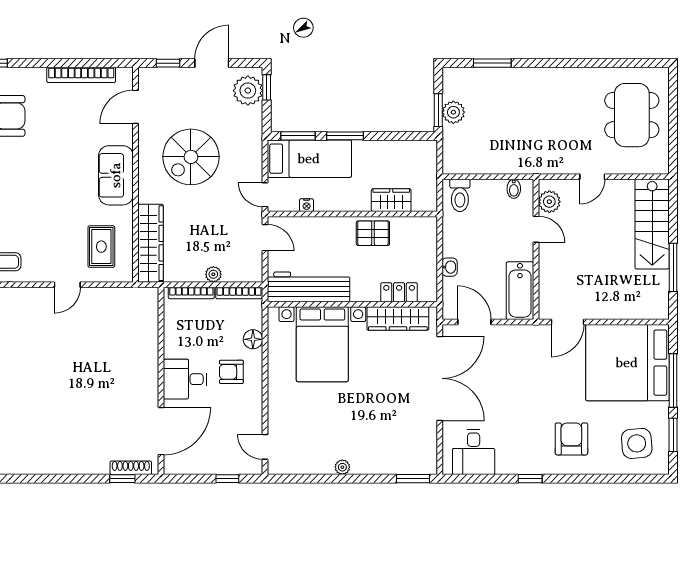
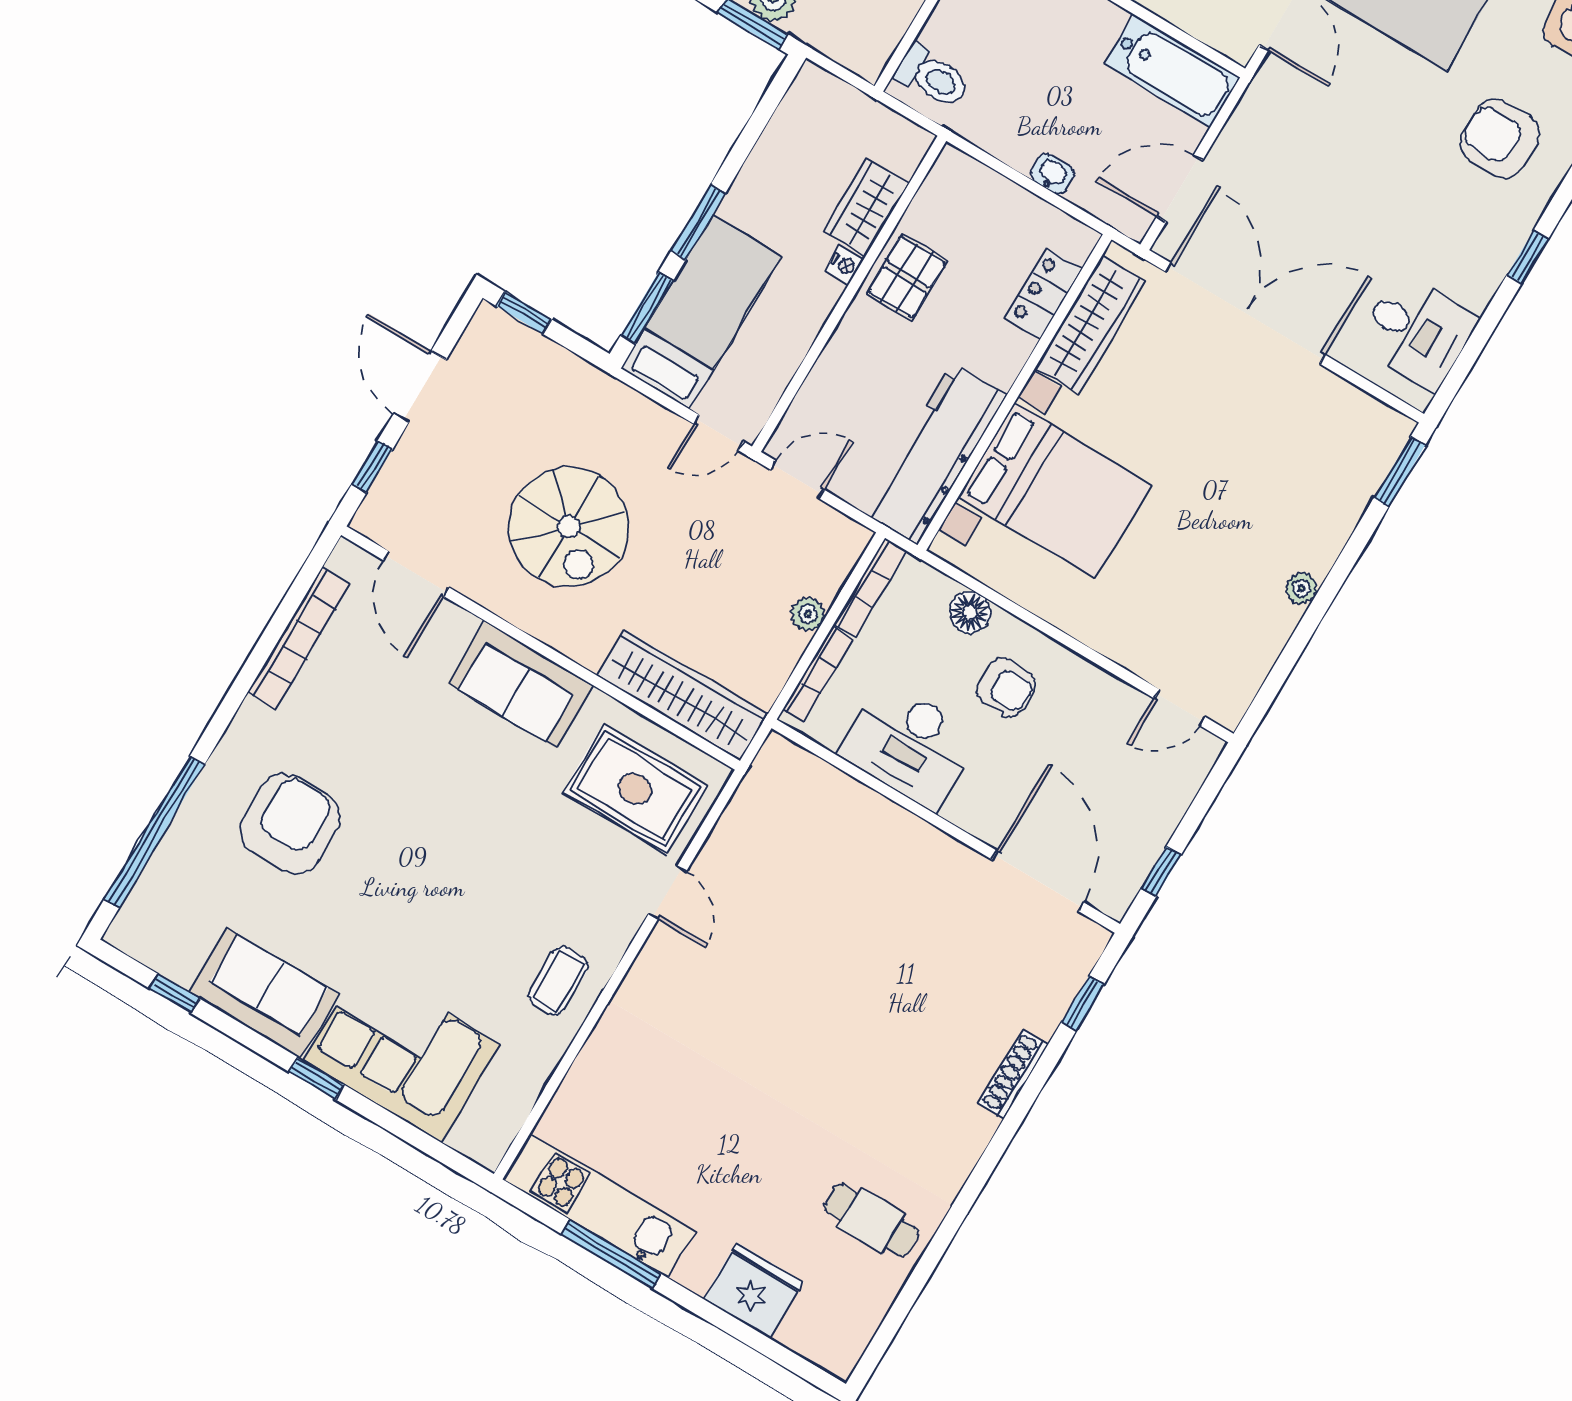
plant: (248, 91) -> (509, 350), removed
nightstand: (307, 205) -> (845, 265), moved
rug: (101, 247) -> (635, 789), width x1.36, depth x1.43
armchair: (231, 372) -> (1006, 687), turned -90
desk: (185, 379) -> (910, 745), moved, width x1.37
shoe rack: (131, 468) -> (1013, 1074), moved
window: (227, 479) -> (1161, 871), moved

